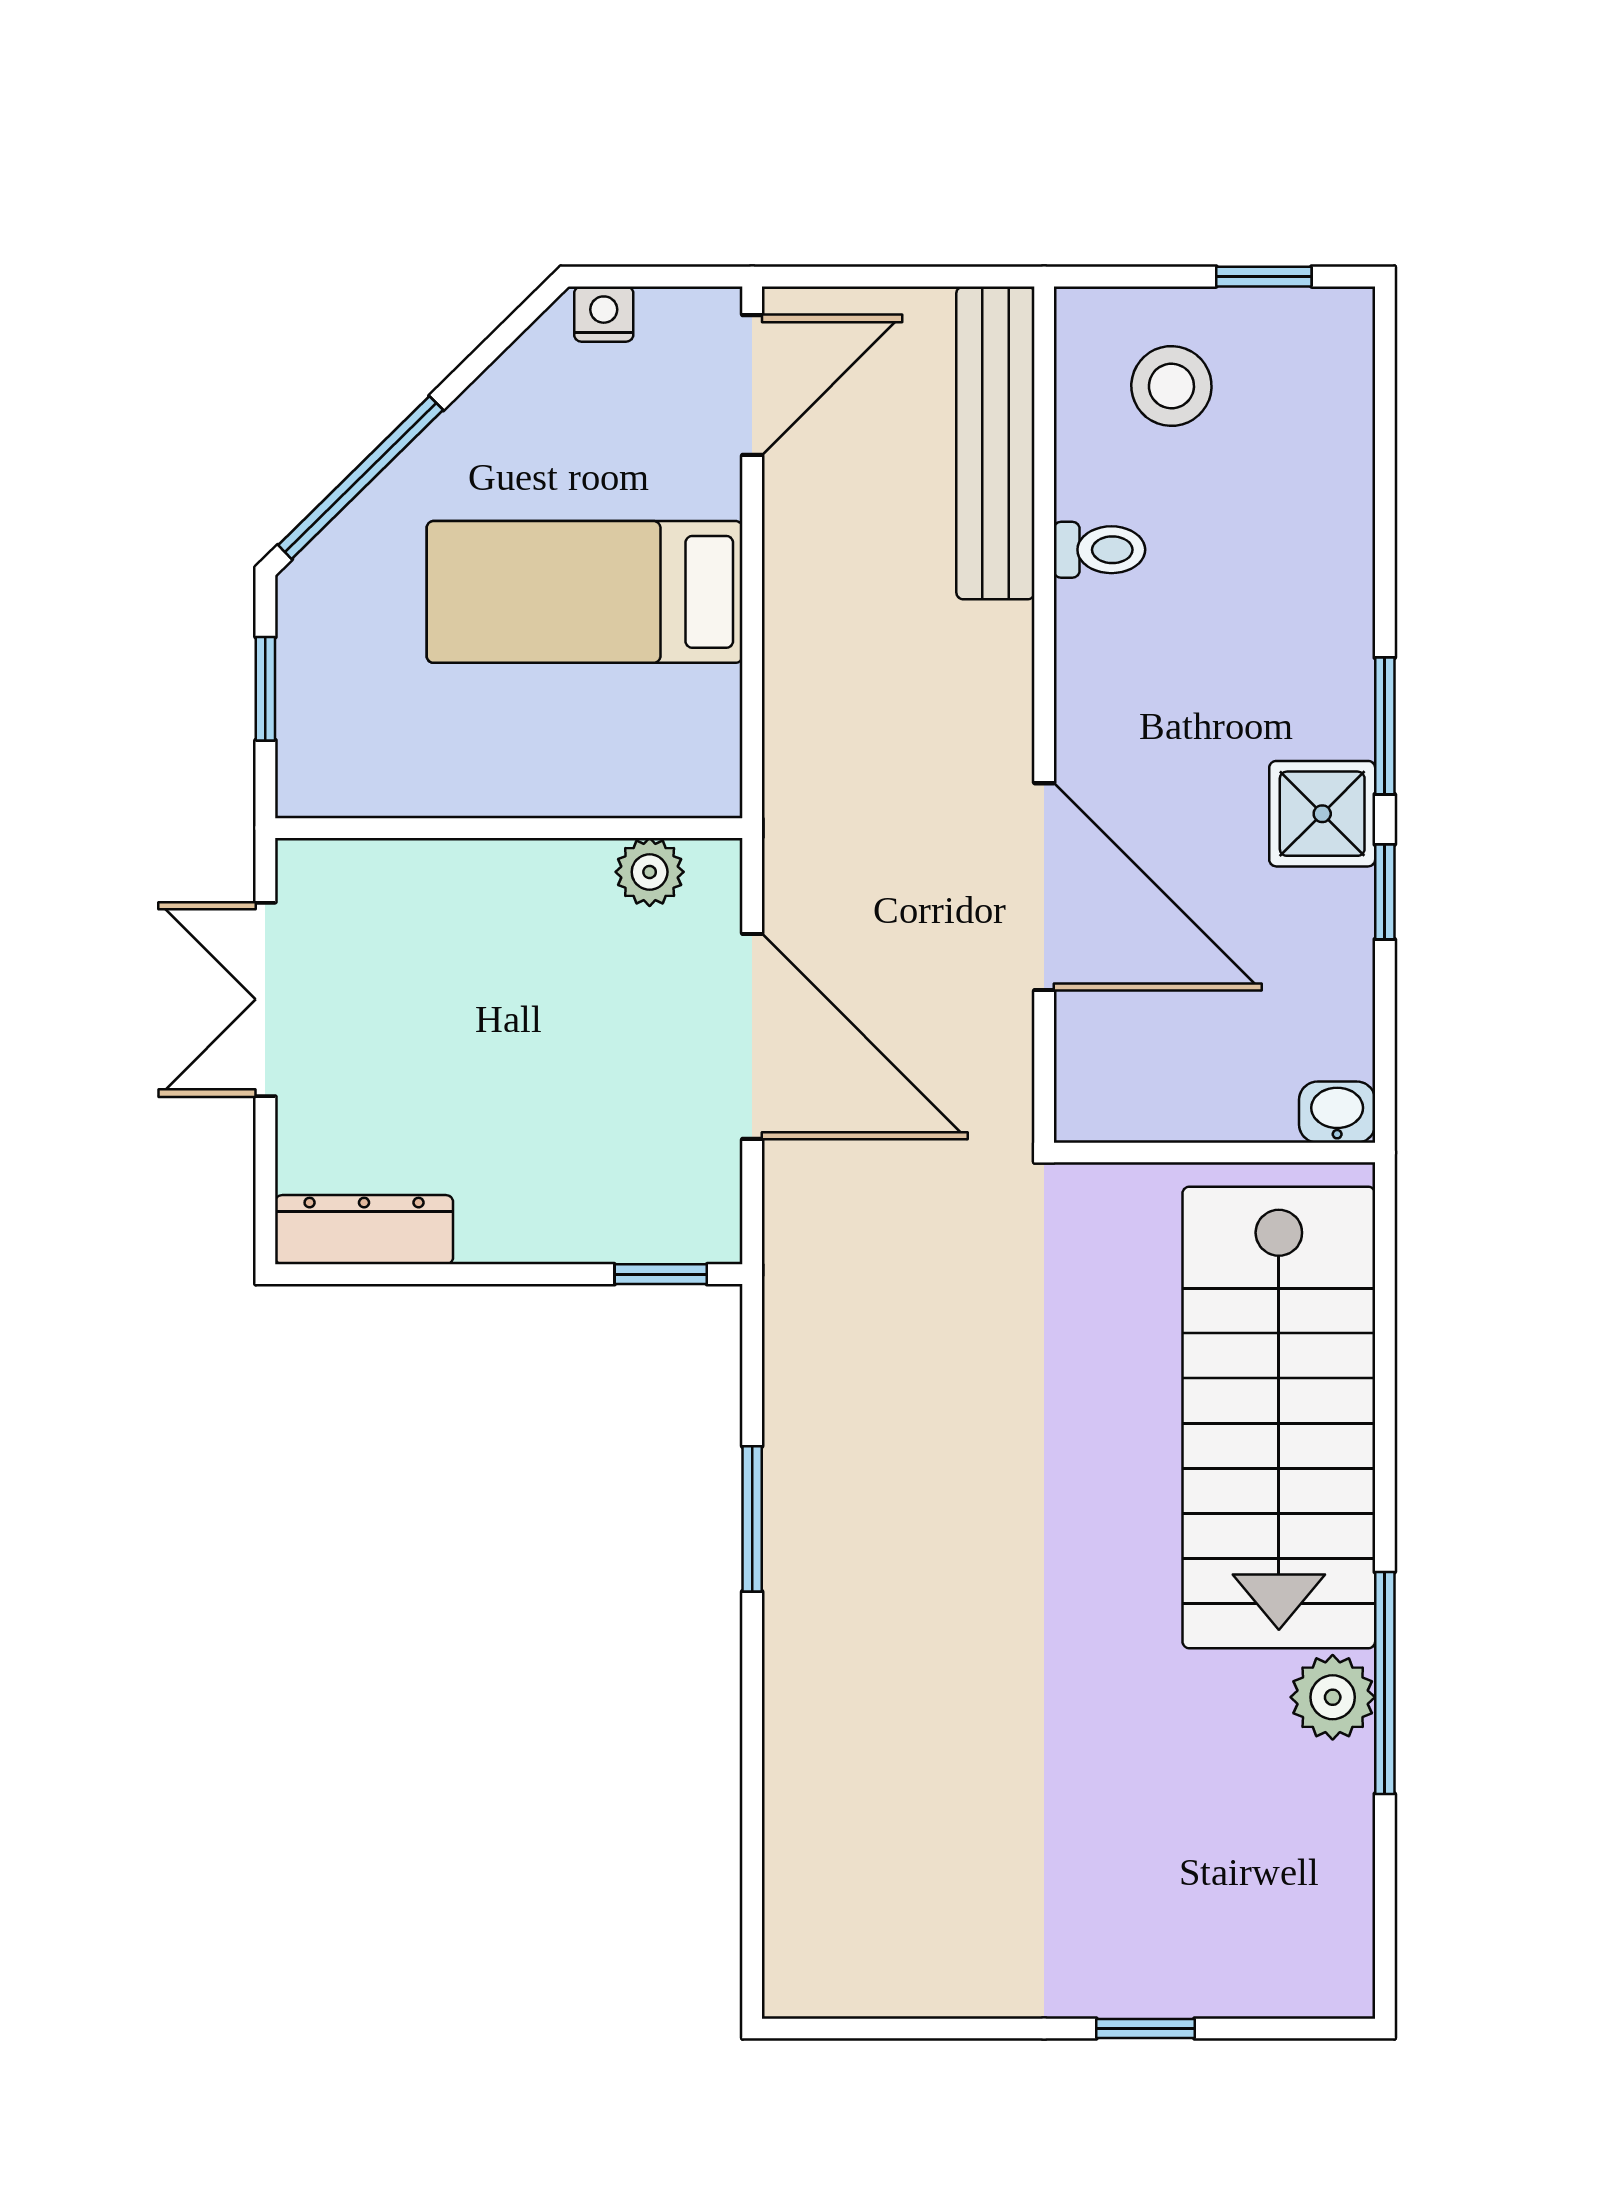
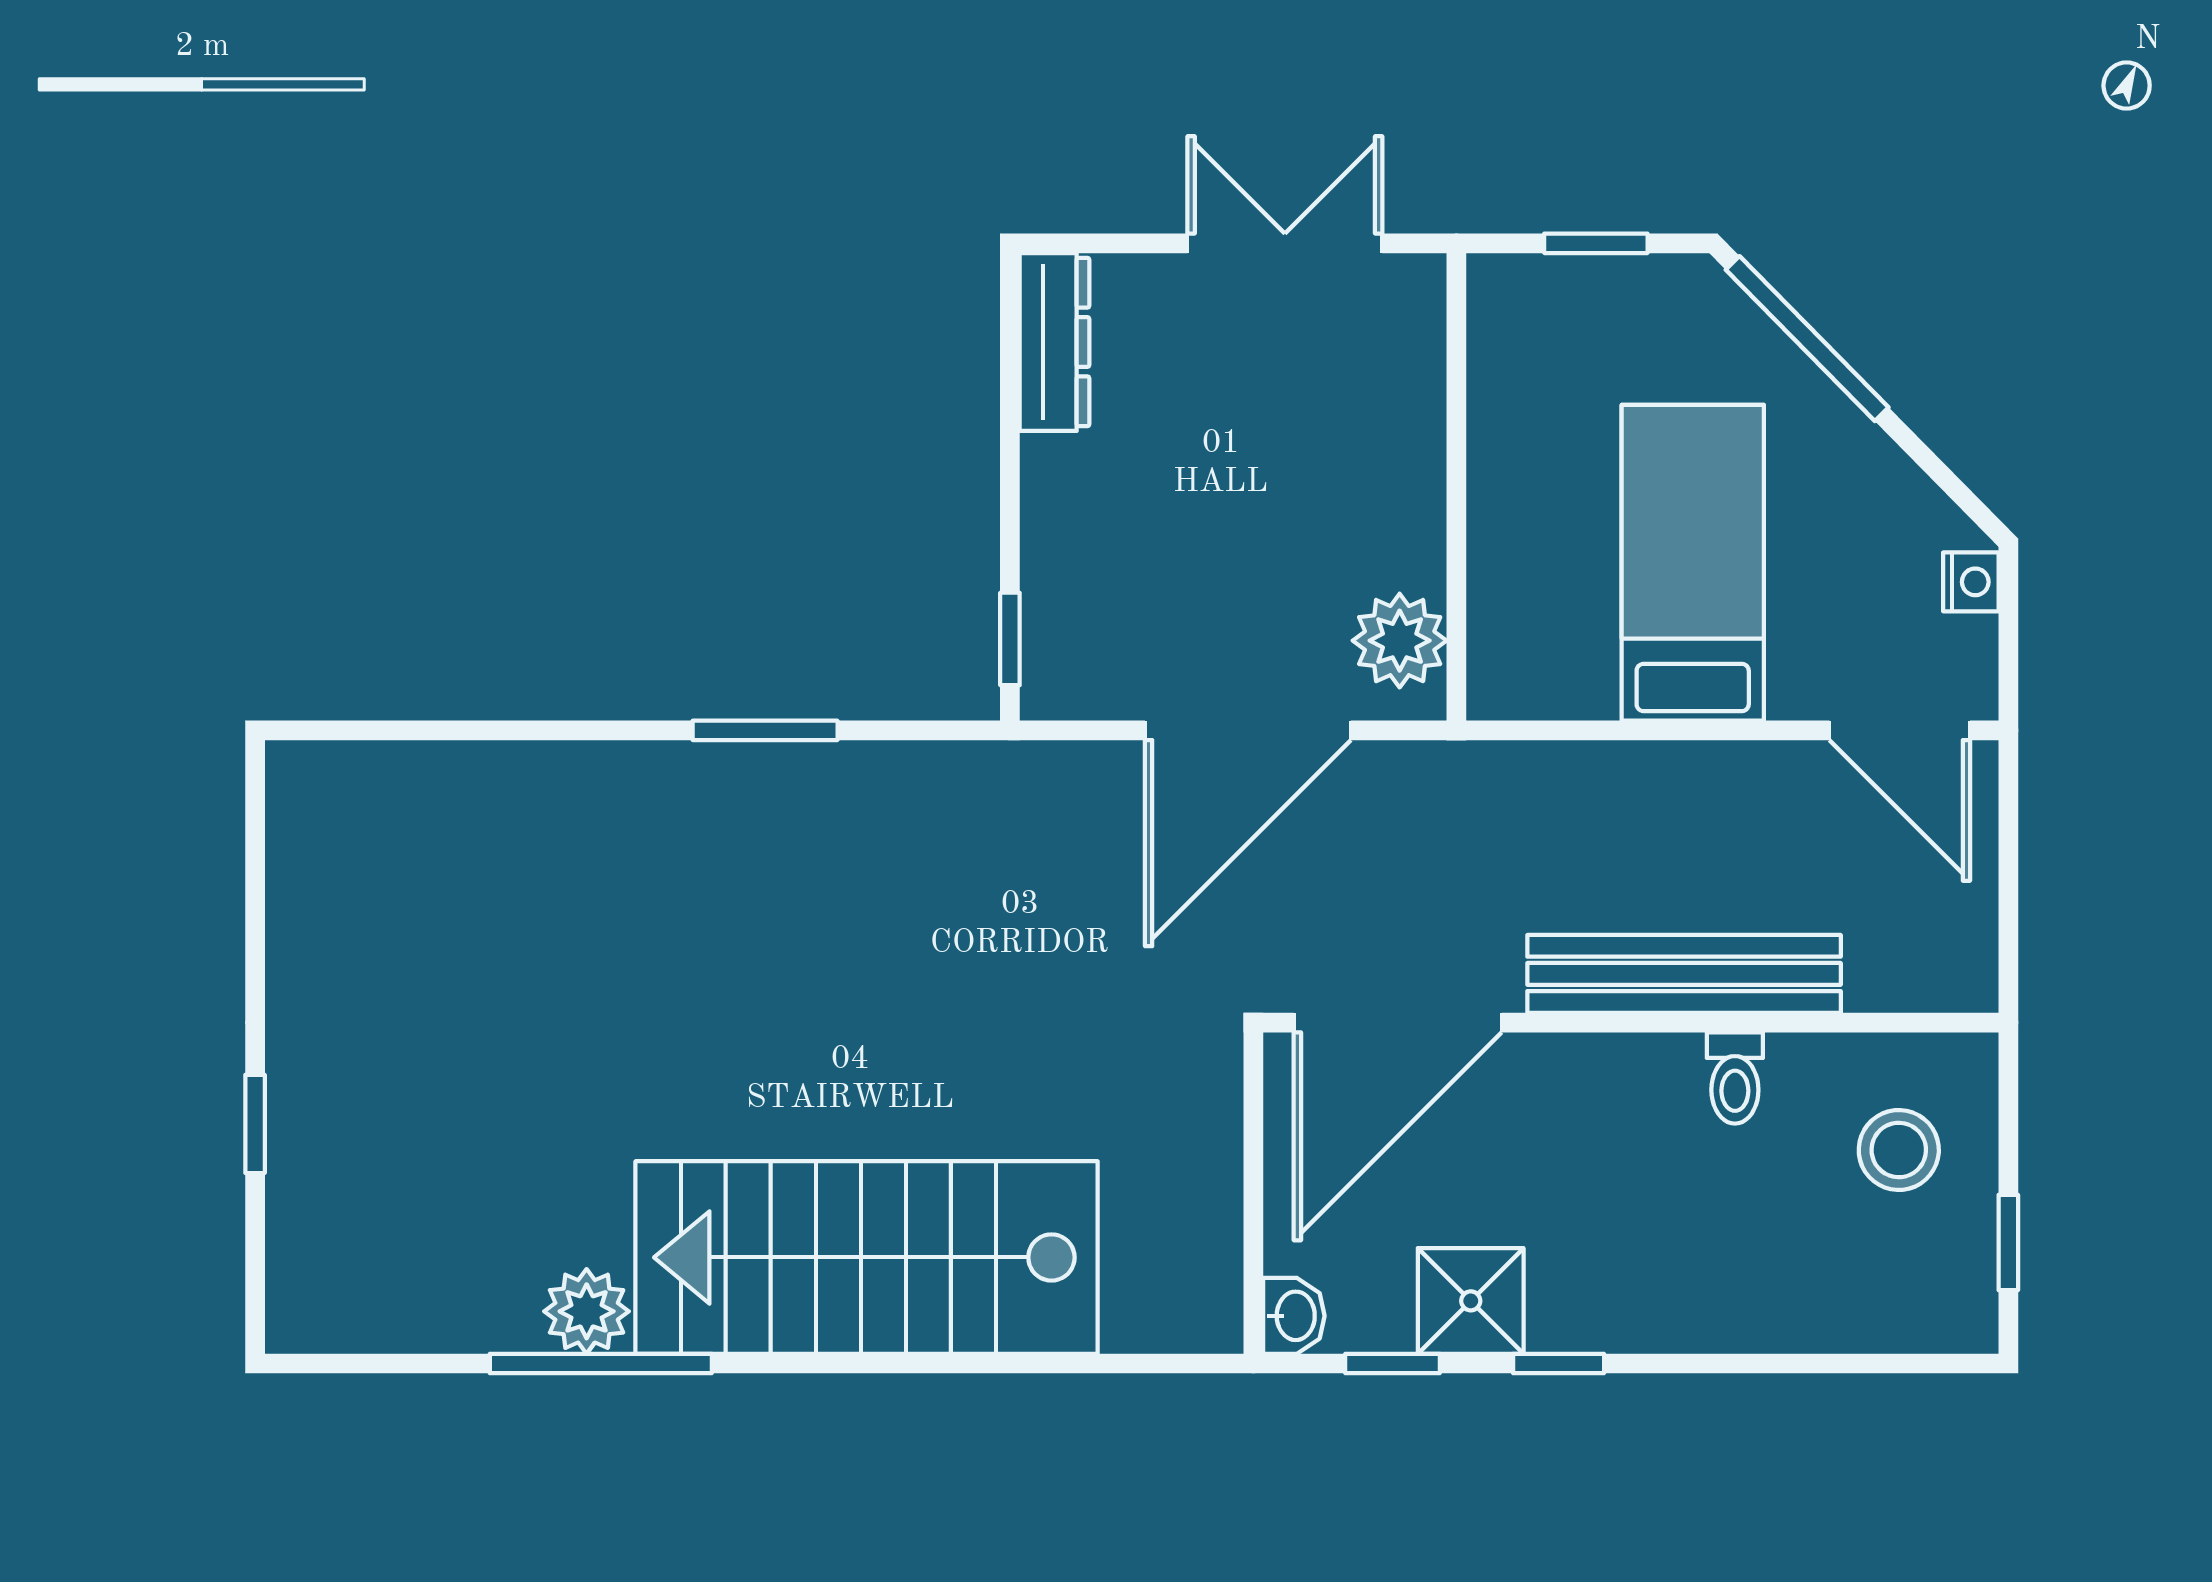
bench: (995, 443) -> (1684, 974), moved
window: (1385, 726) -> (1559, 1364), width x0.67
plant: (650, 872) -> (1400, 641), width x1.38, depth x1.38
washbasin: (1337, 1112) -> (1294, 1316), moved
wall: (1214, 1153) -> (1253, 1193), moved

